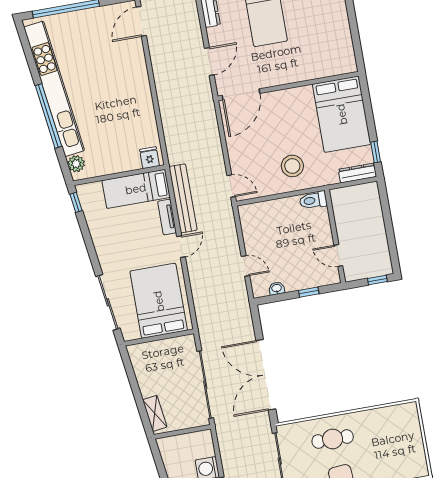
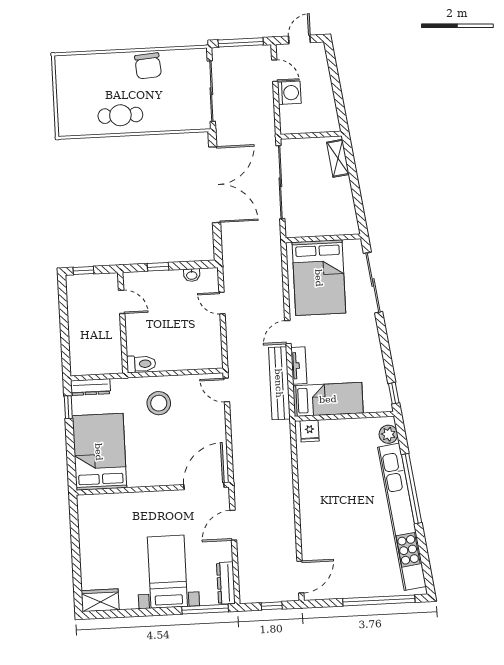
cafe table: (333, 439) -> (120, 115), moved

